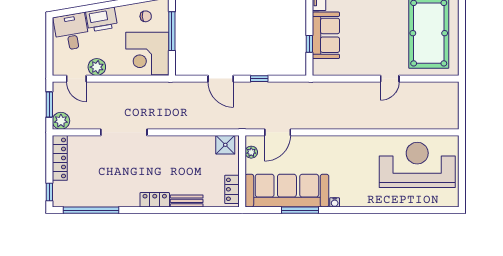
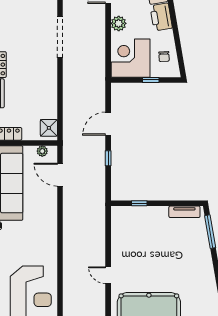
window: (172, 31) -> (151, 80), width x0.46
sofa: (326, 35) -> (147, 218), removed
plant: (97, 67) -> (119, 23), moved

